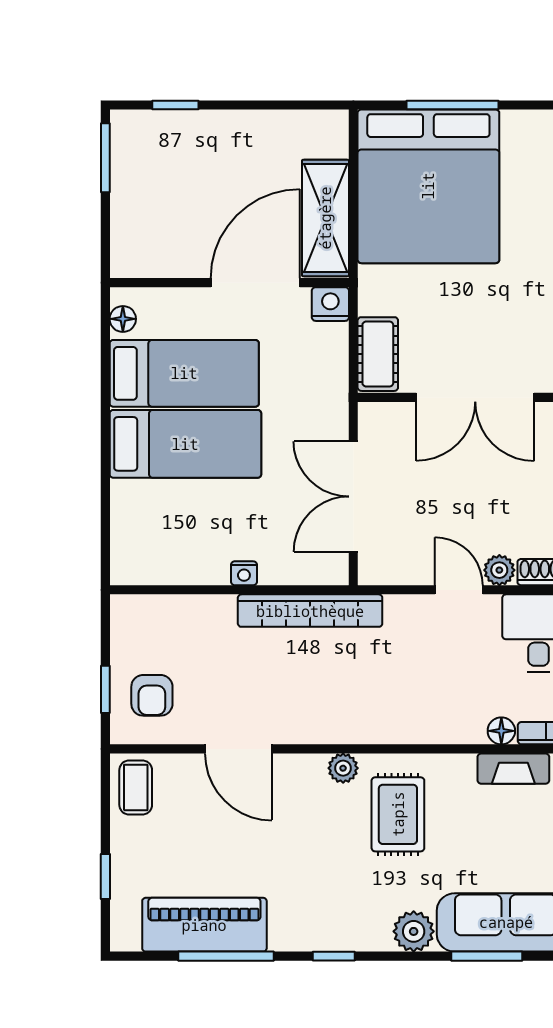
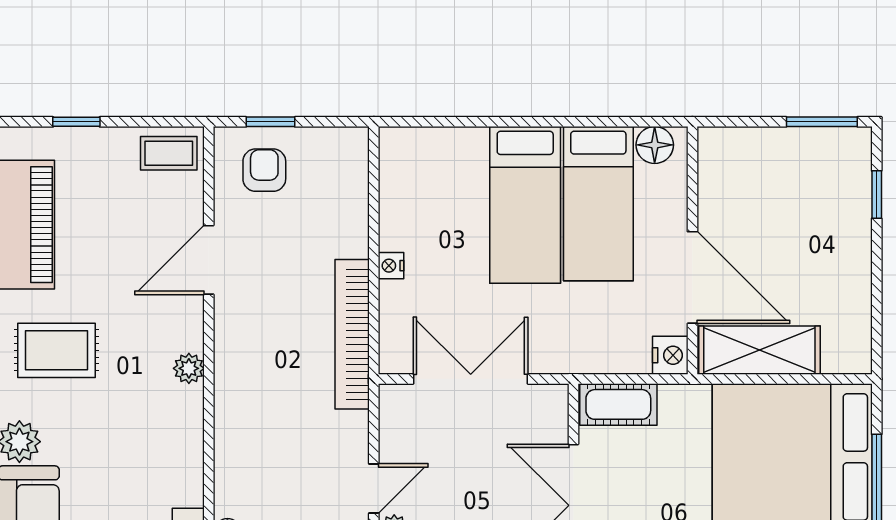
floor lamp: (123, 319) -> (655, 145), width x1.37, depth x1.37
armchair: (152, 695) -> (264, 170), turned 90
rug: (398, 814) -> (56, 350), moved

